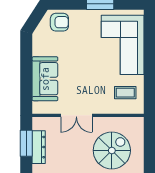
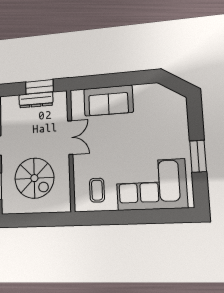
armchair: (59, 22) -> (173, 111), removed
double door: (76, 115) -> (70, 137), swing flipped

